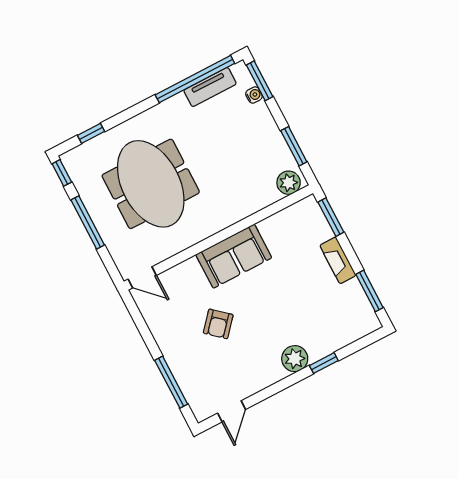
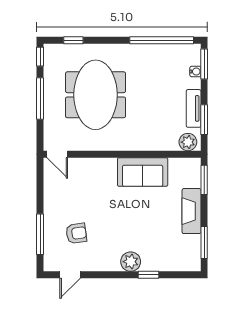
tv unit: (210, 87) -> (194, 108), moved, turned 90
sofa: (234, 256) -> (143, 172), moved
fireplace: (338, 260) -> (191, 211), width x1.37, depth x1.32
armchair: (218, 324) -> (76, 233), moved, turned -139

